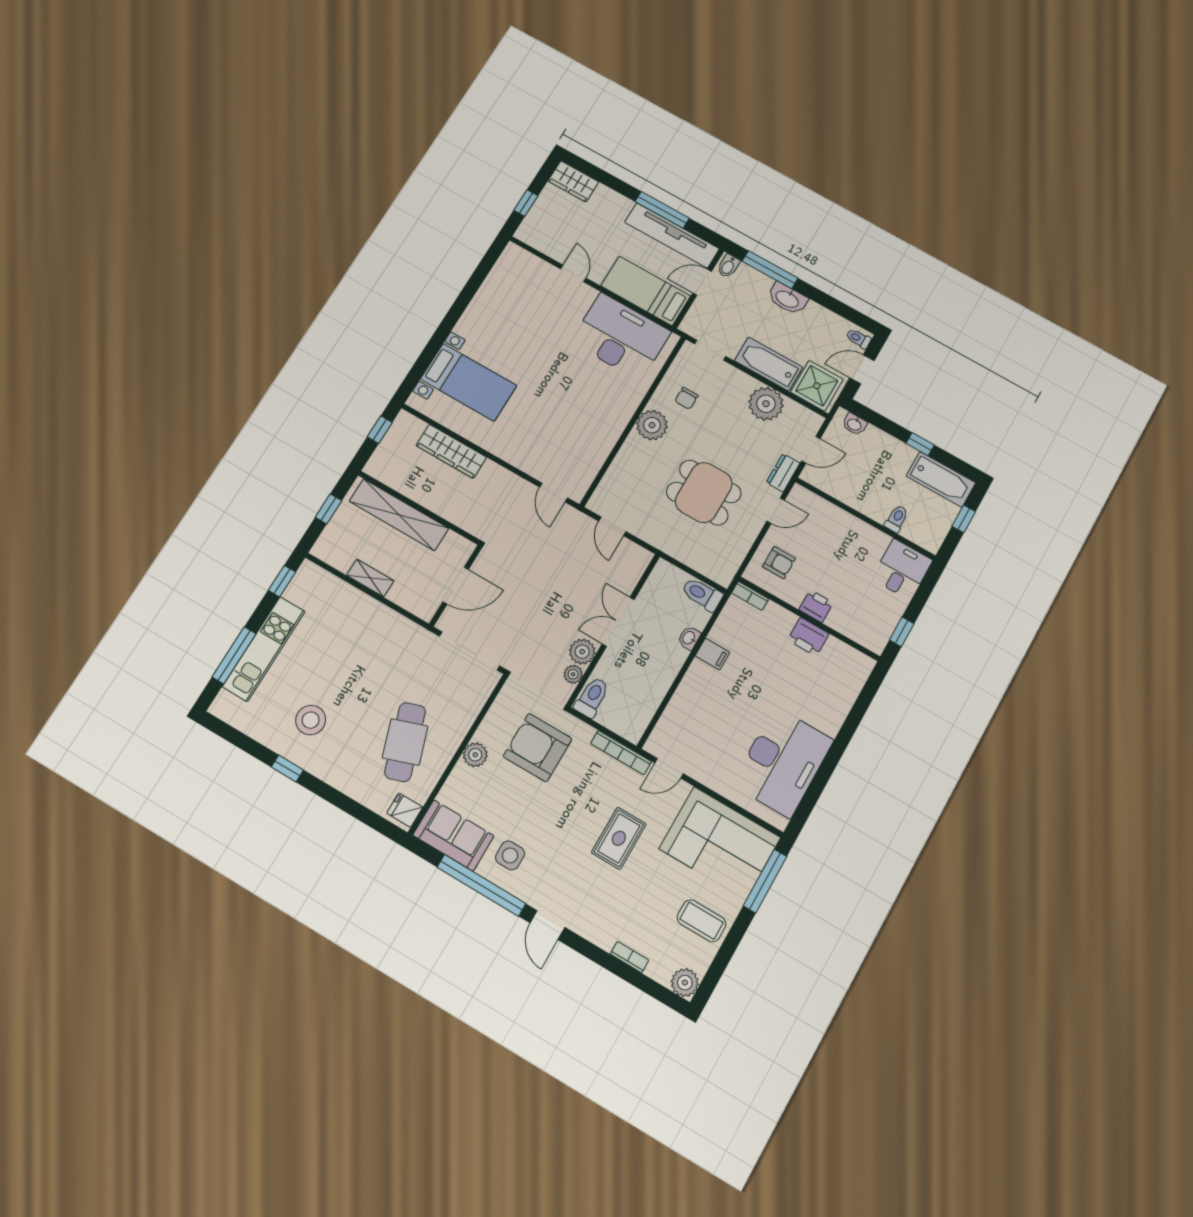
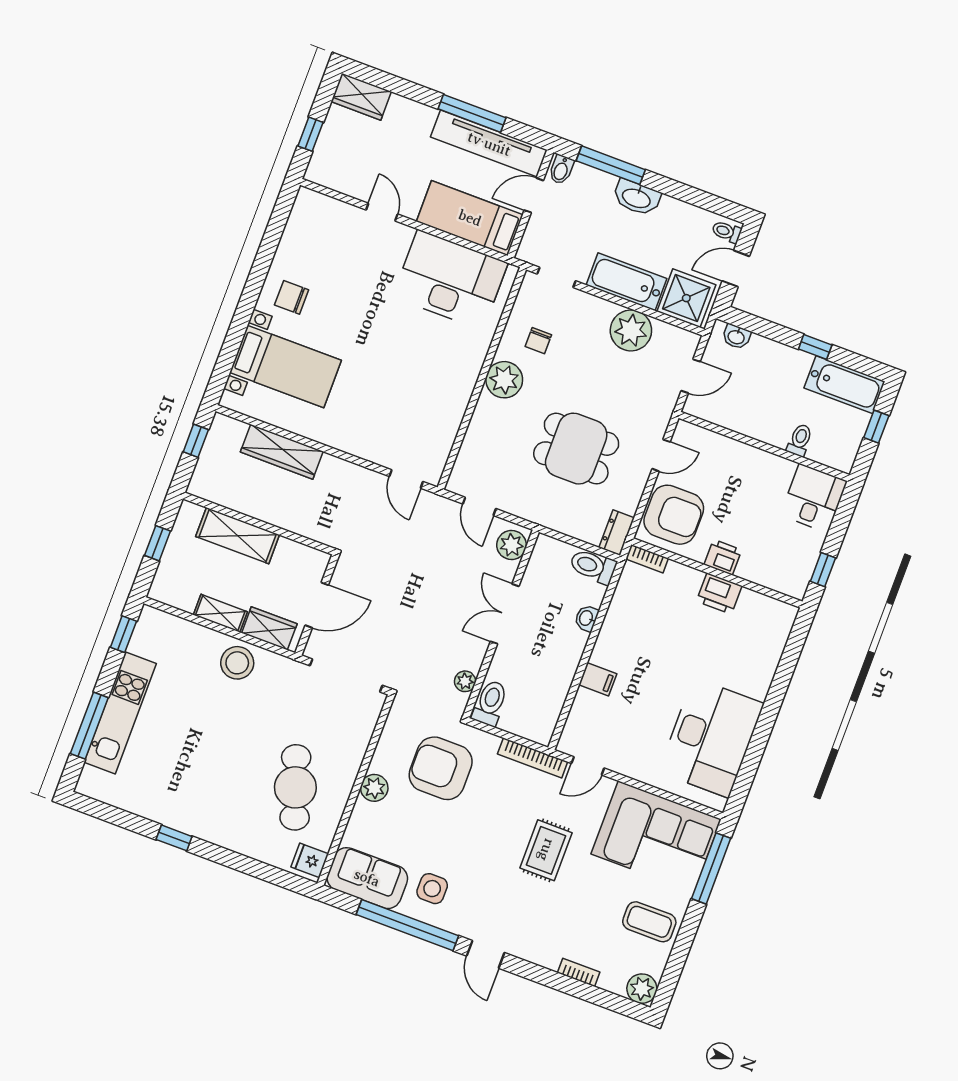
chair: (485, 328) -> (292, 297), added
dresser: (783, 473) -> (617, 533), moved
shelving: (399, 515) -> (238, 536), width x0.68
armchair: (779, 563) -> (674, 515), width x1.88, depth x1.88
wardrobe: (410, 598) -> (269, 628), added
plant: (582, 652) -> (512, 545), moved
filing cabinet: (713, 654) -> (598, 679), moved
stool: (311, 720) -> (237, 663), moved

